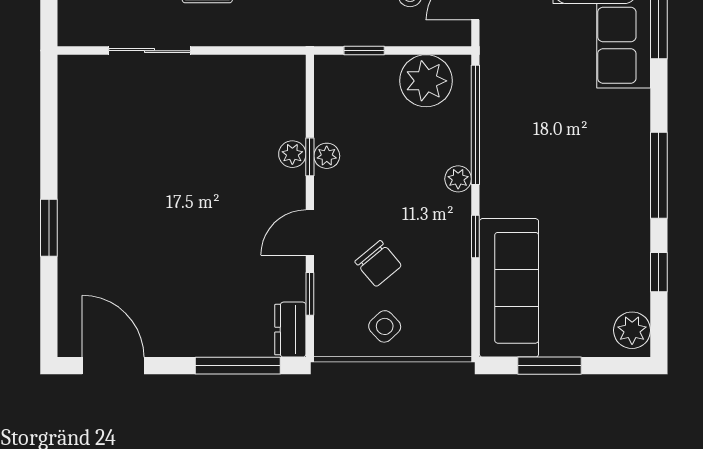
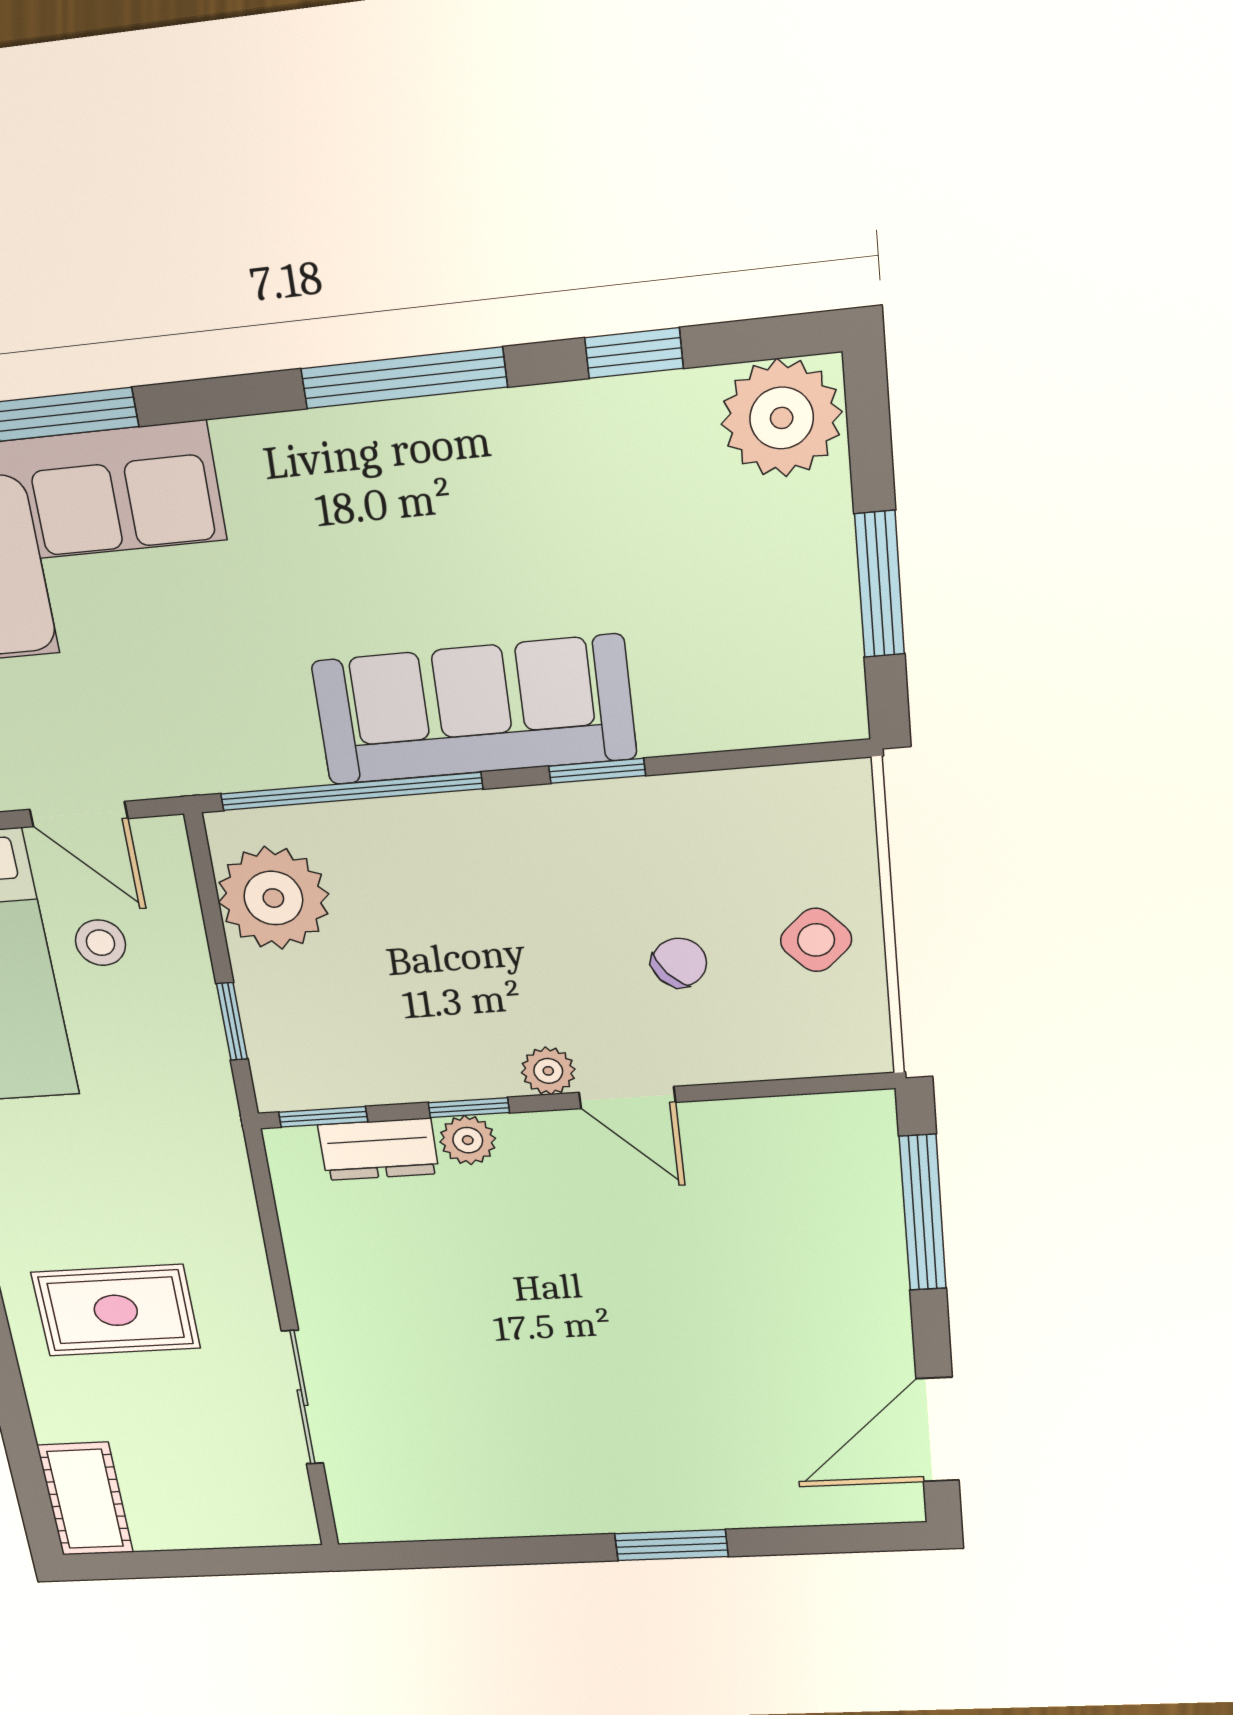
plant: (327, 156) -> (548, 1071), moved
plant: (458, 179) -> (474, 817), removed
chair: (378, 264) -> (679, 963), width x0.73, depth x0.73
sofa: (509, 288) -> (474, 710), moved
window: (310, 294) -> (323, 1117), moved
dresser: (290, 330) -> (378, 1149), moved
plant: (632, 330) -> (782, 418), width x1.36, depth x1.36

